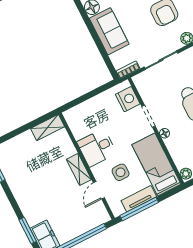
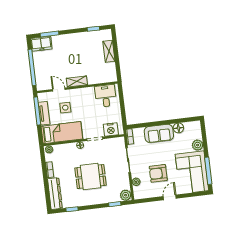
shelving: (48, 128) -> (109, 51), moved
desk: (97, 148) -> (106, 96), moved

